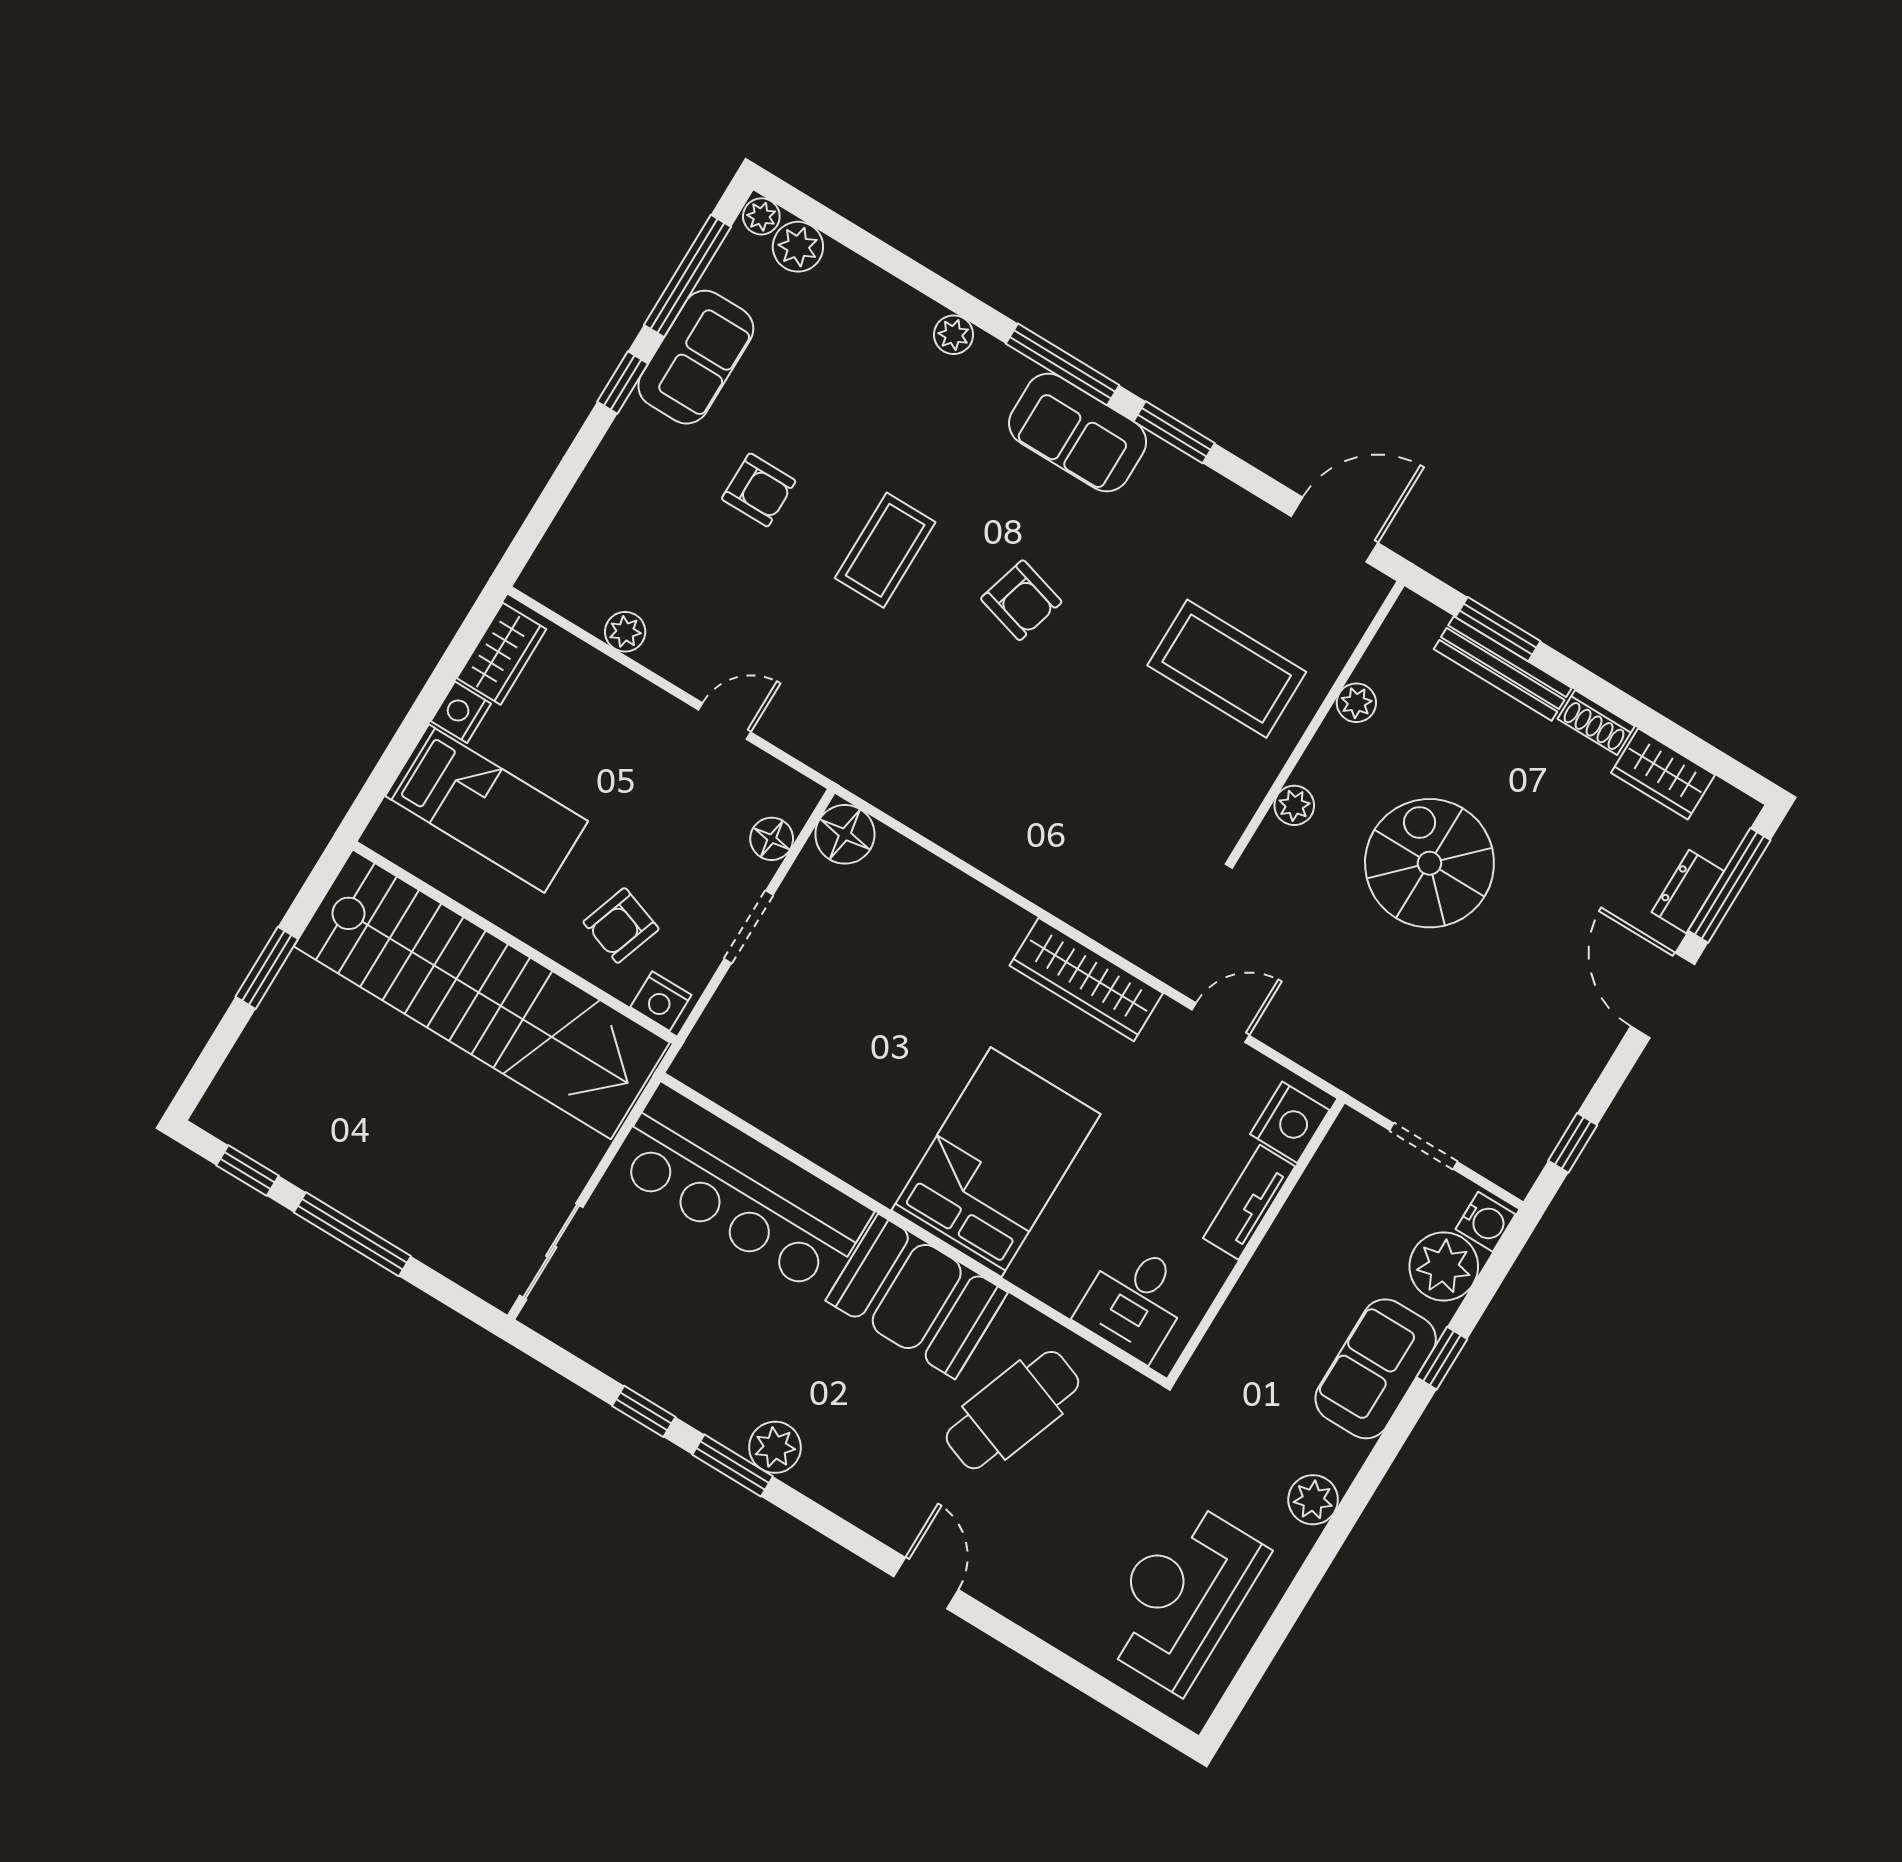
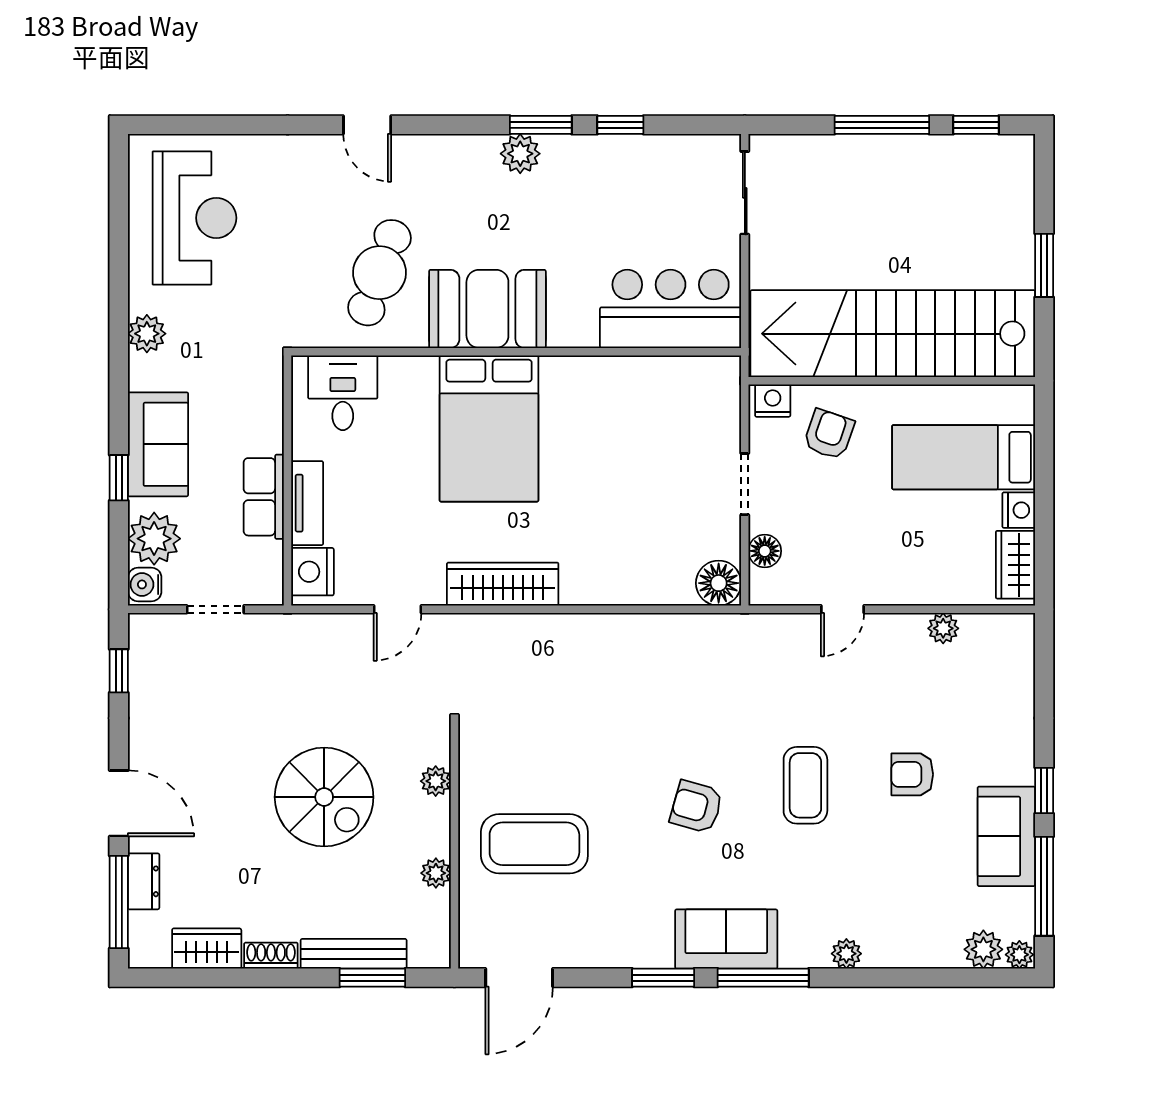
bar counter: (741, 1190) -> (671, 309), width x0.73
row of seats: (1293, 1239) -> (264, 497), added

